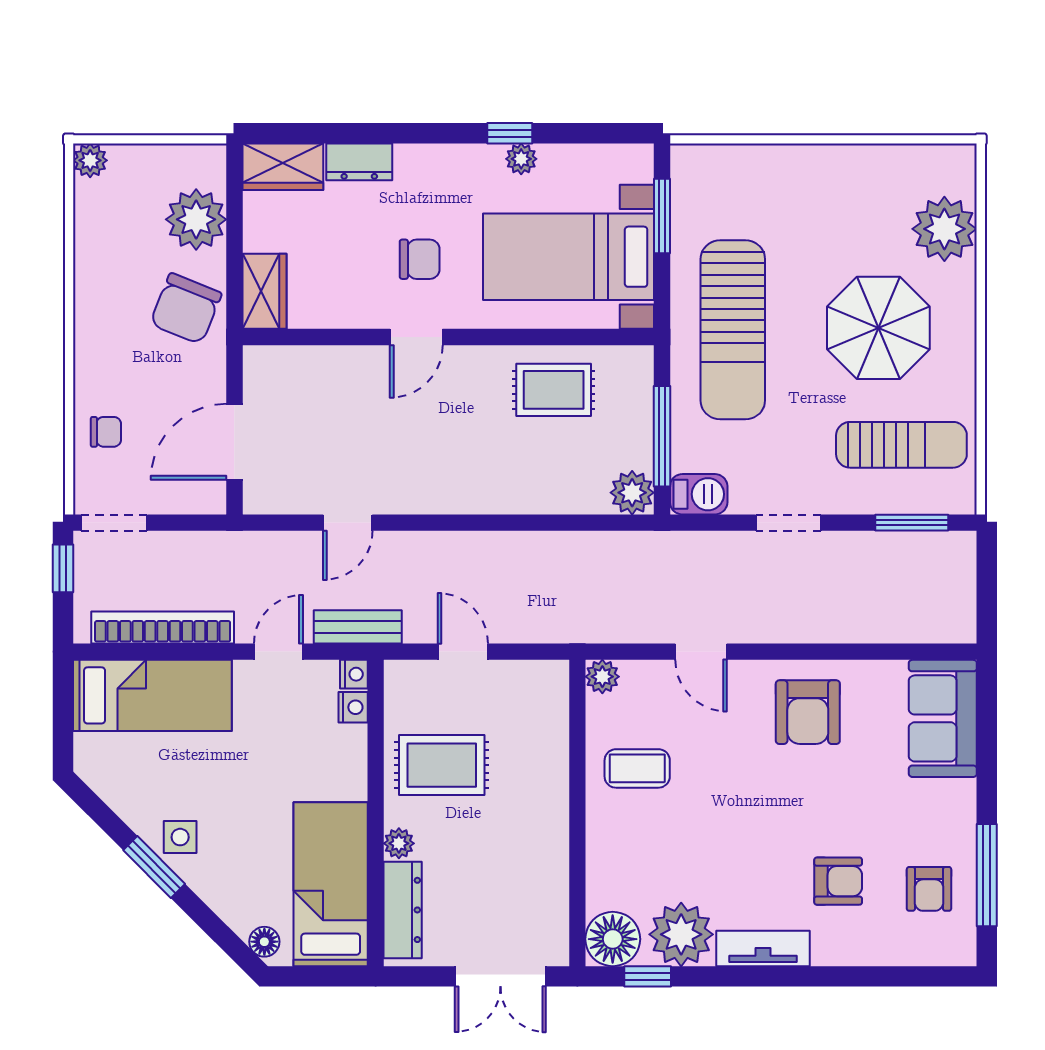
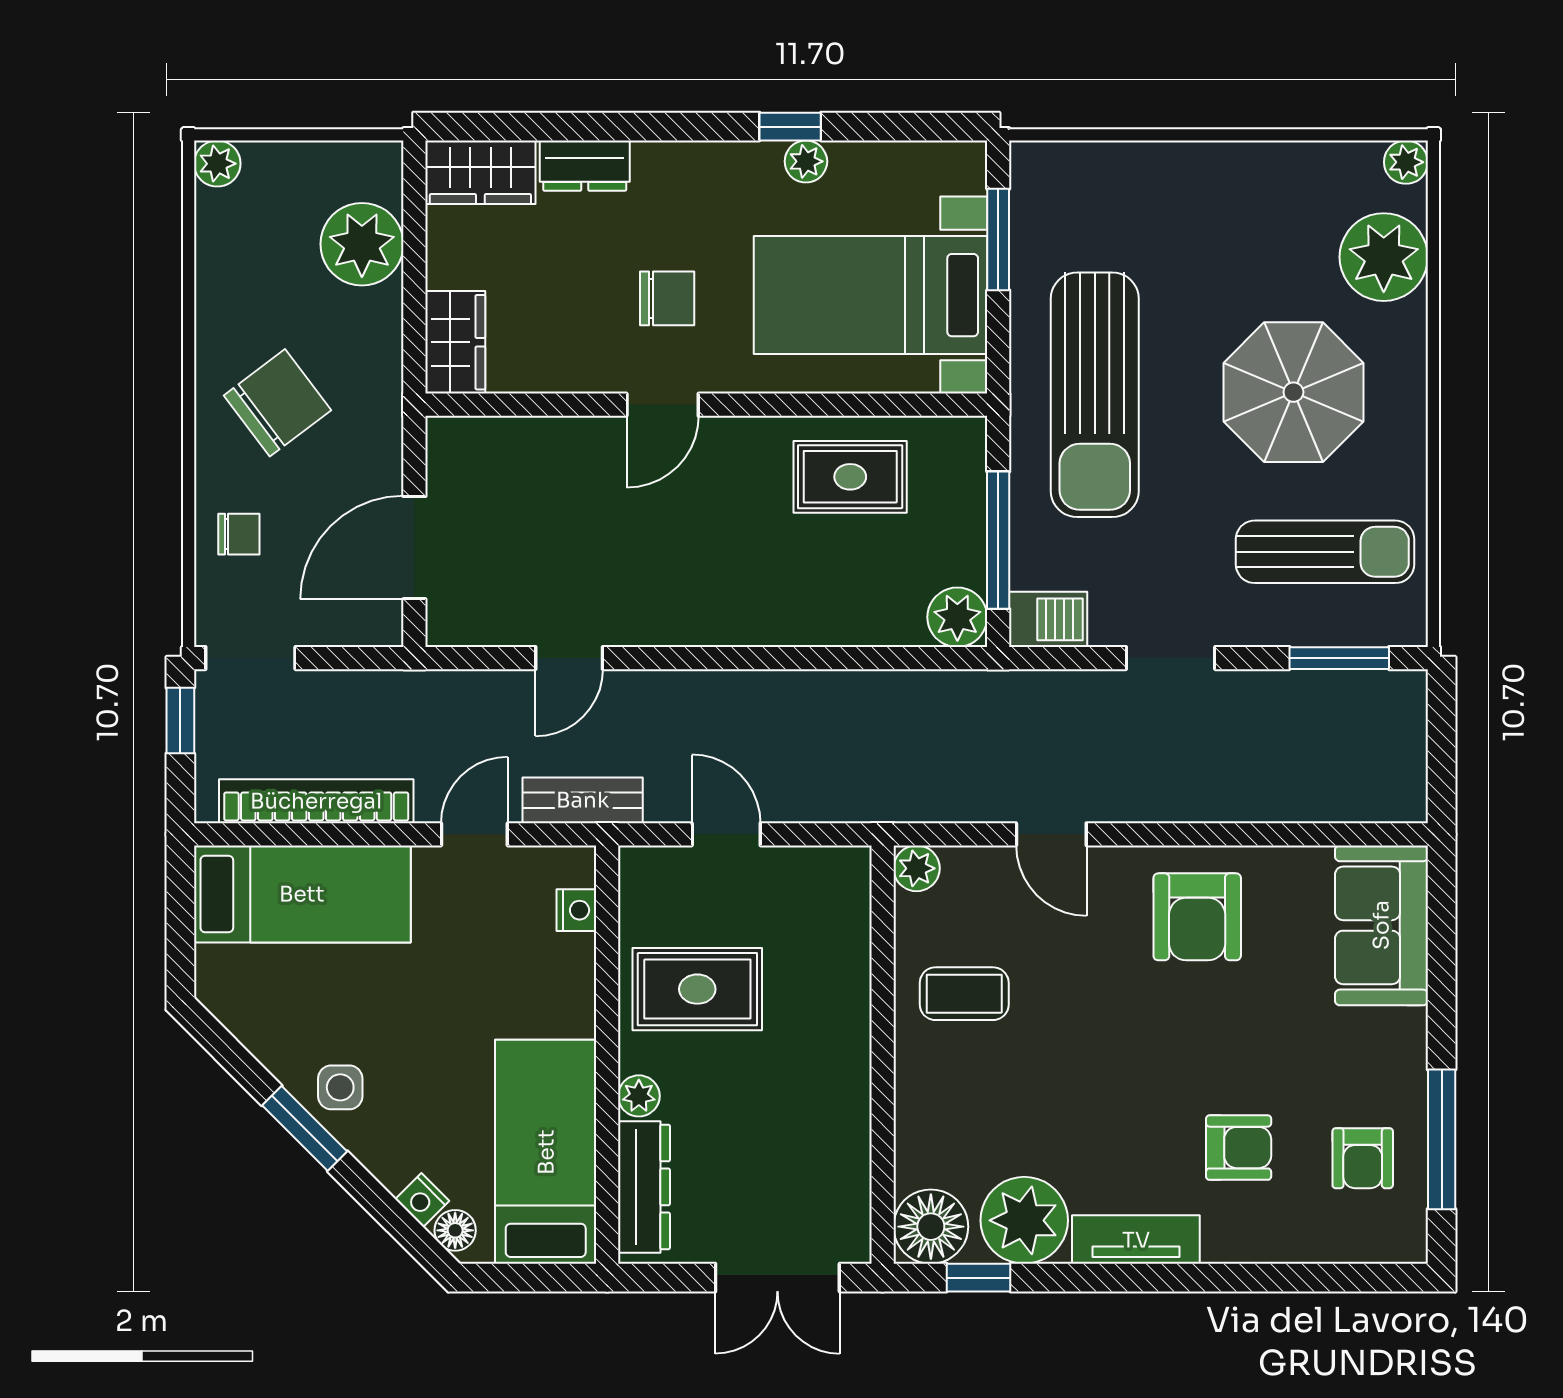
plant: (961, 159) -> (1406, 162), added
chair: (186, 309) -> (277, 403), moved, turned -149
nightstand: (354, 674) -> (422, 1200), moved, turned 135

